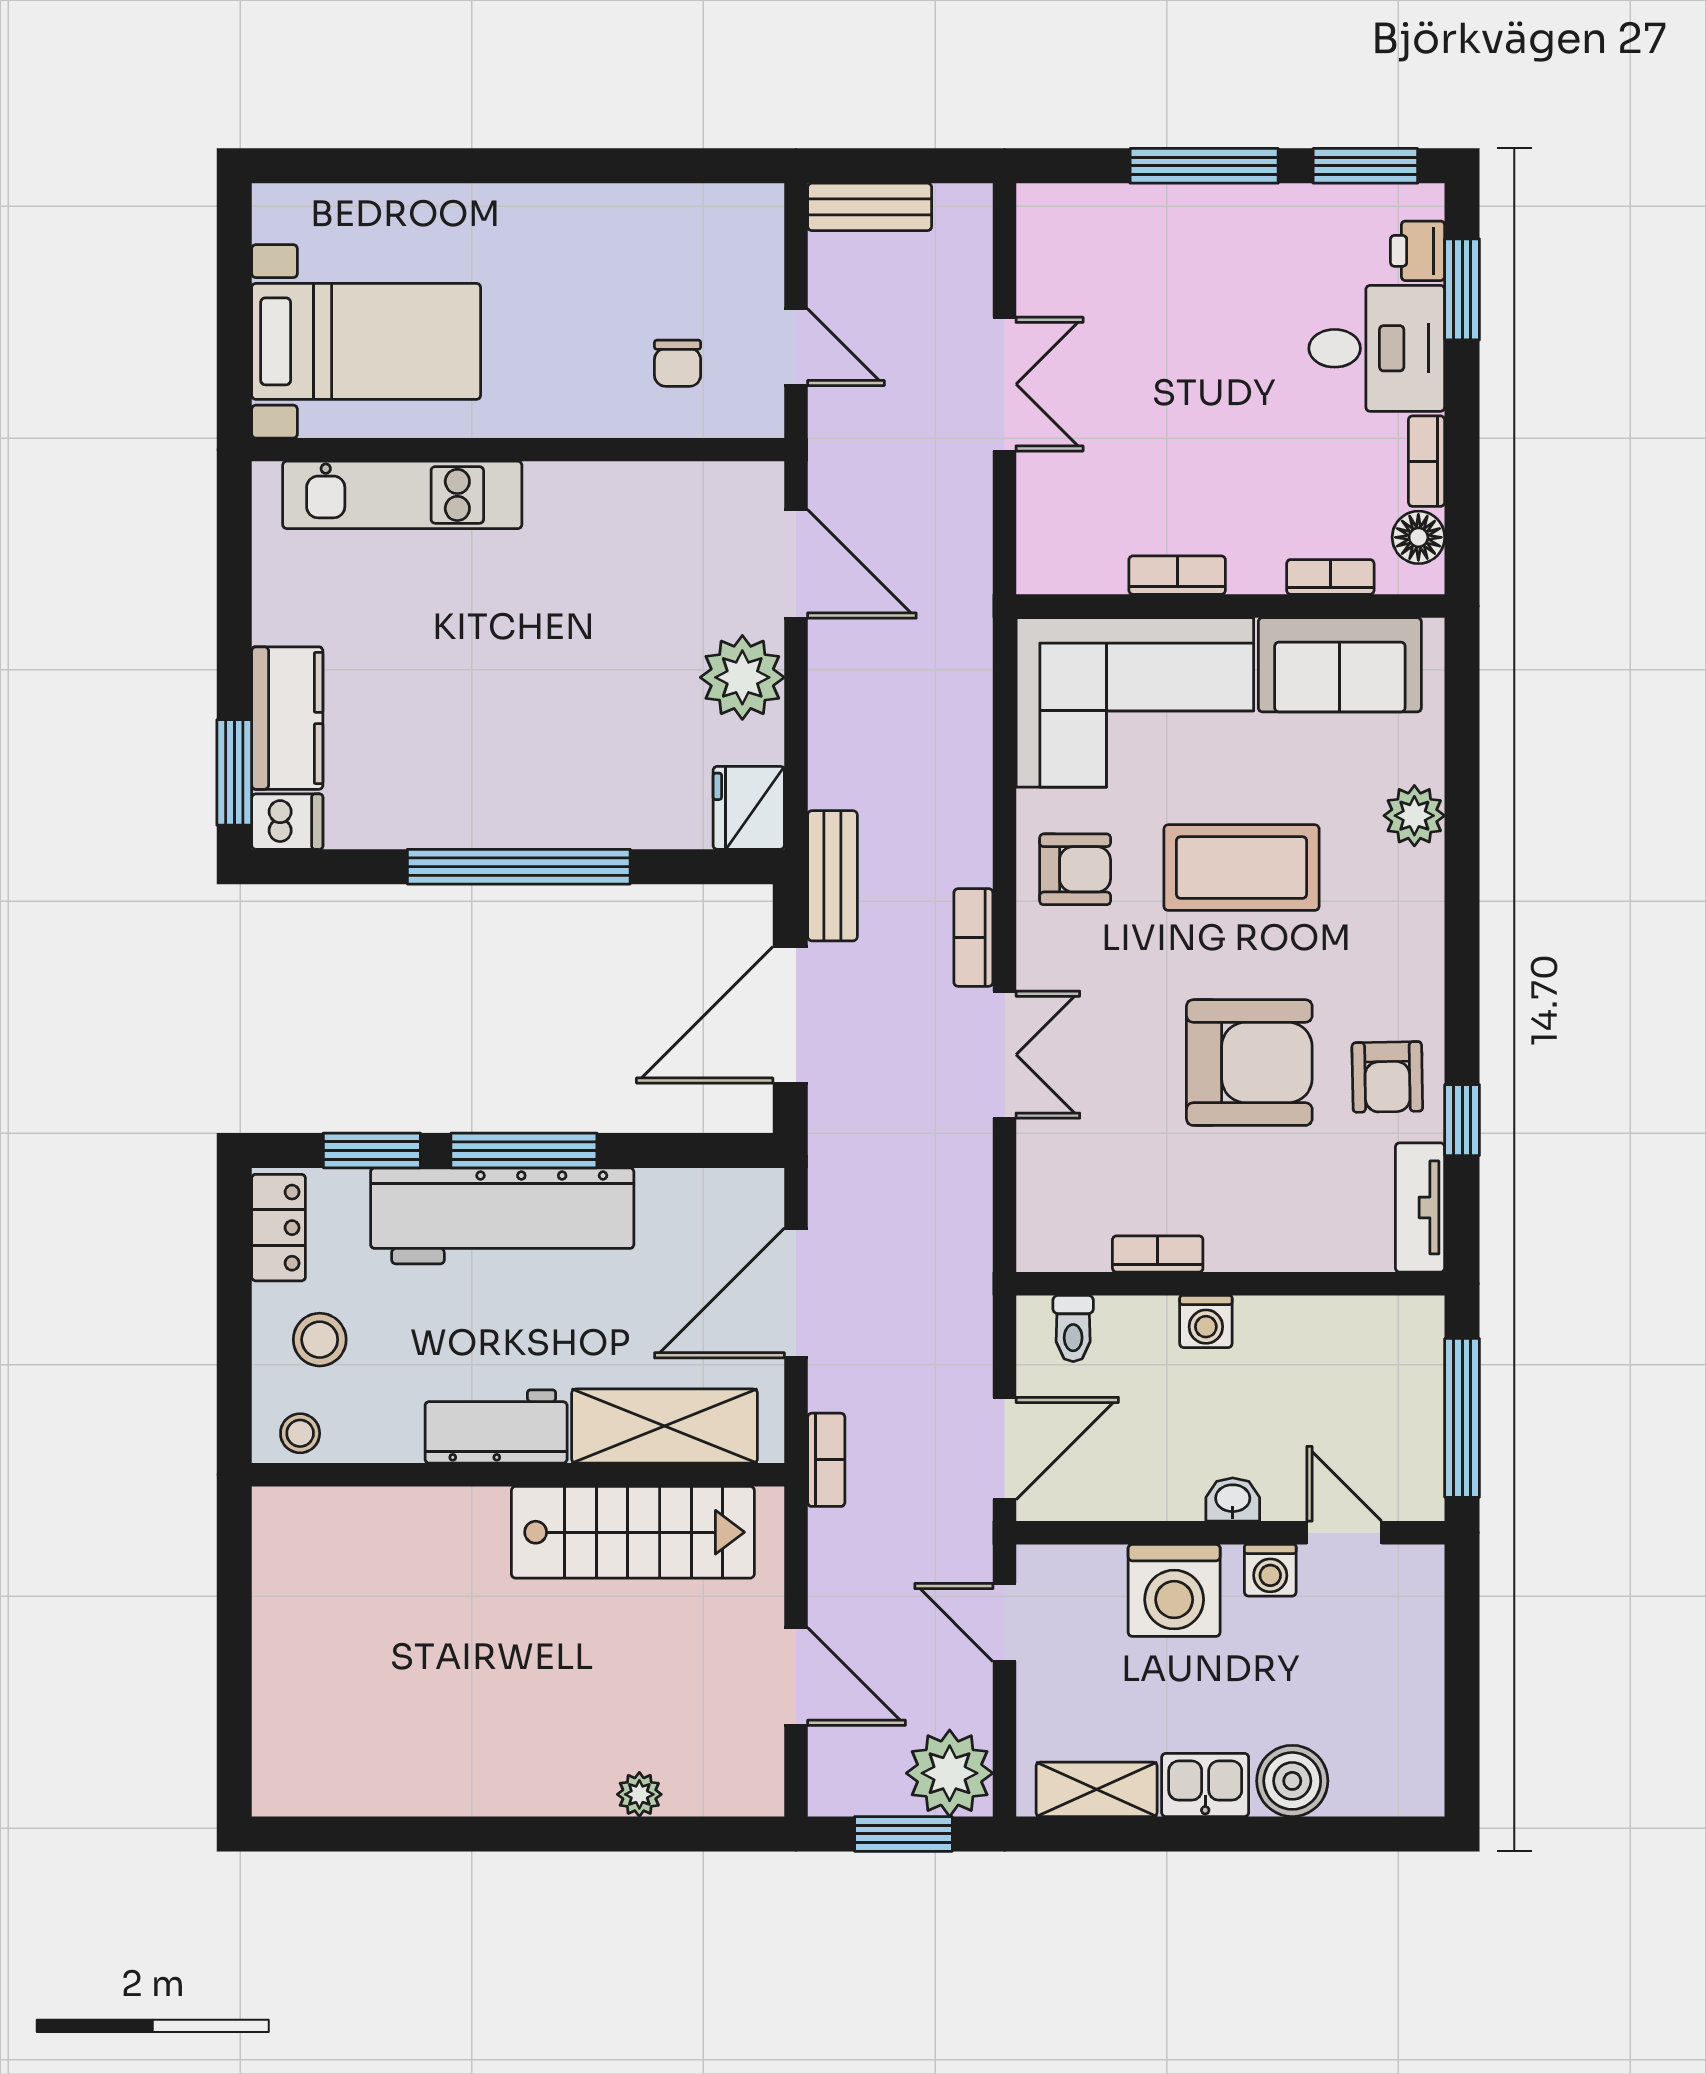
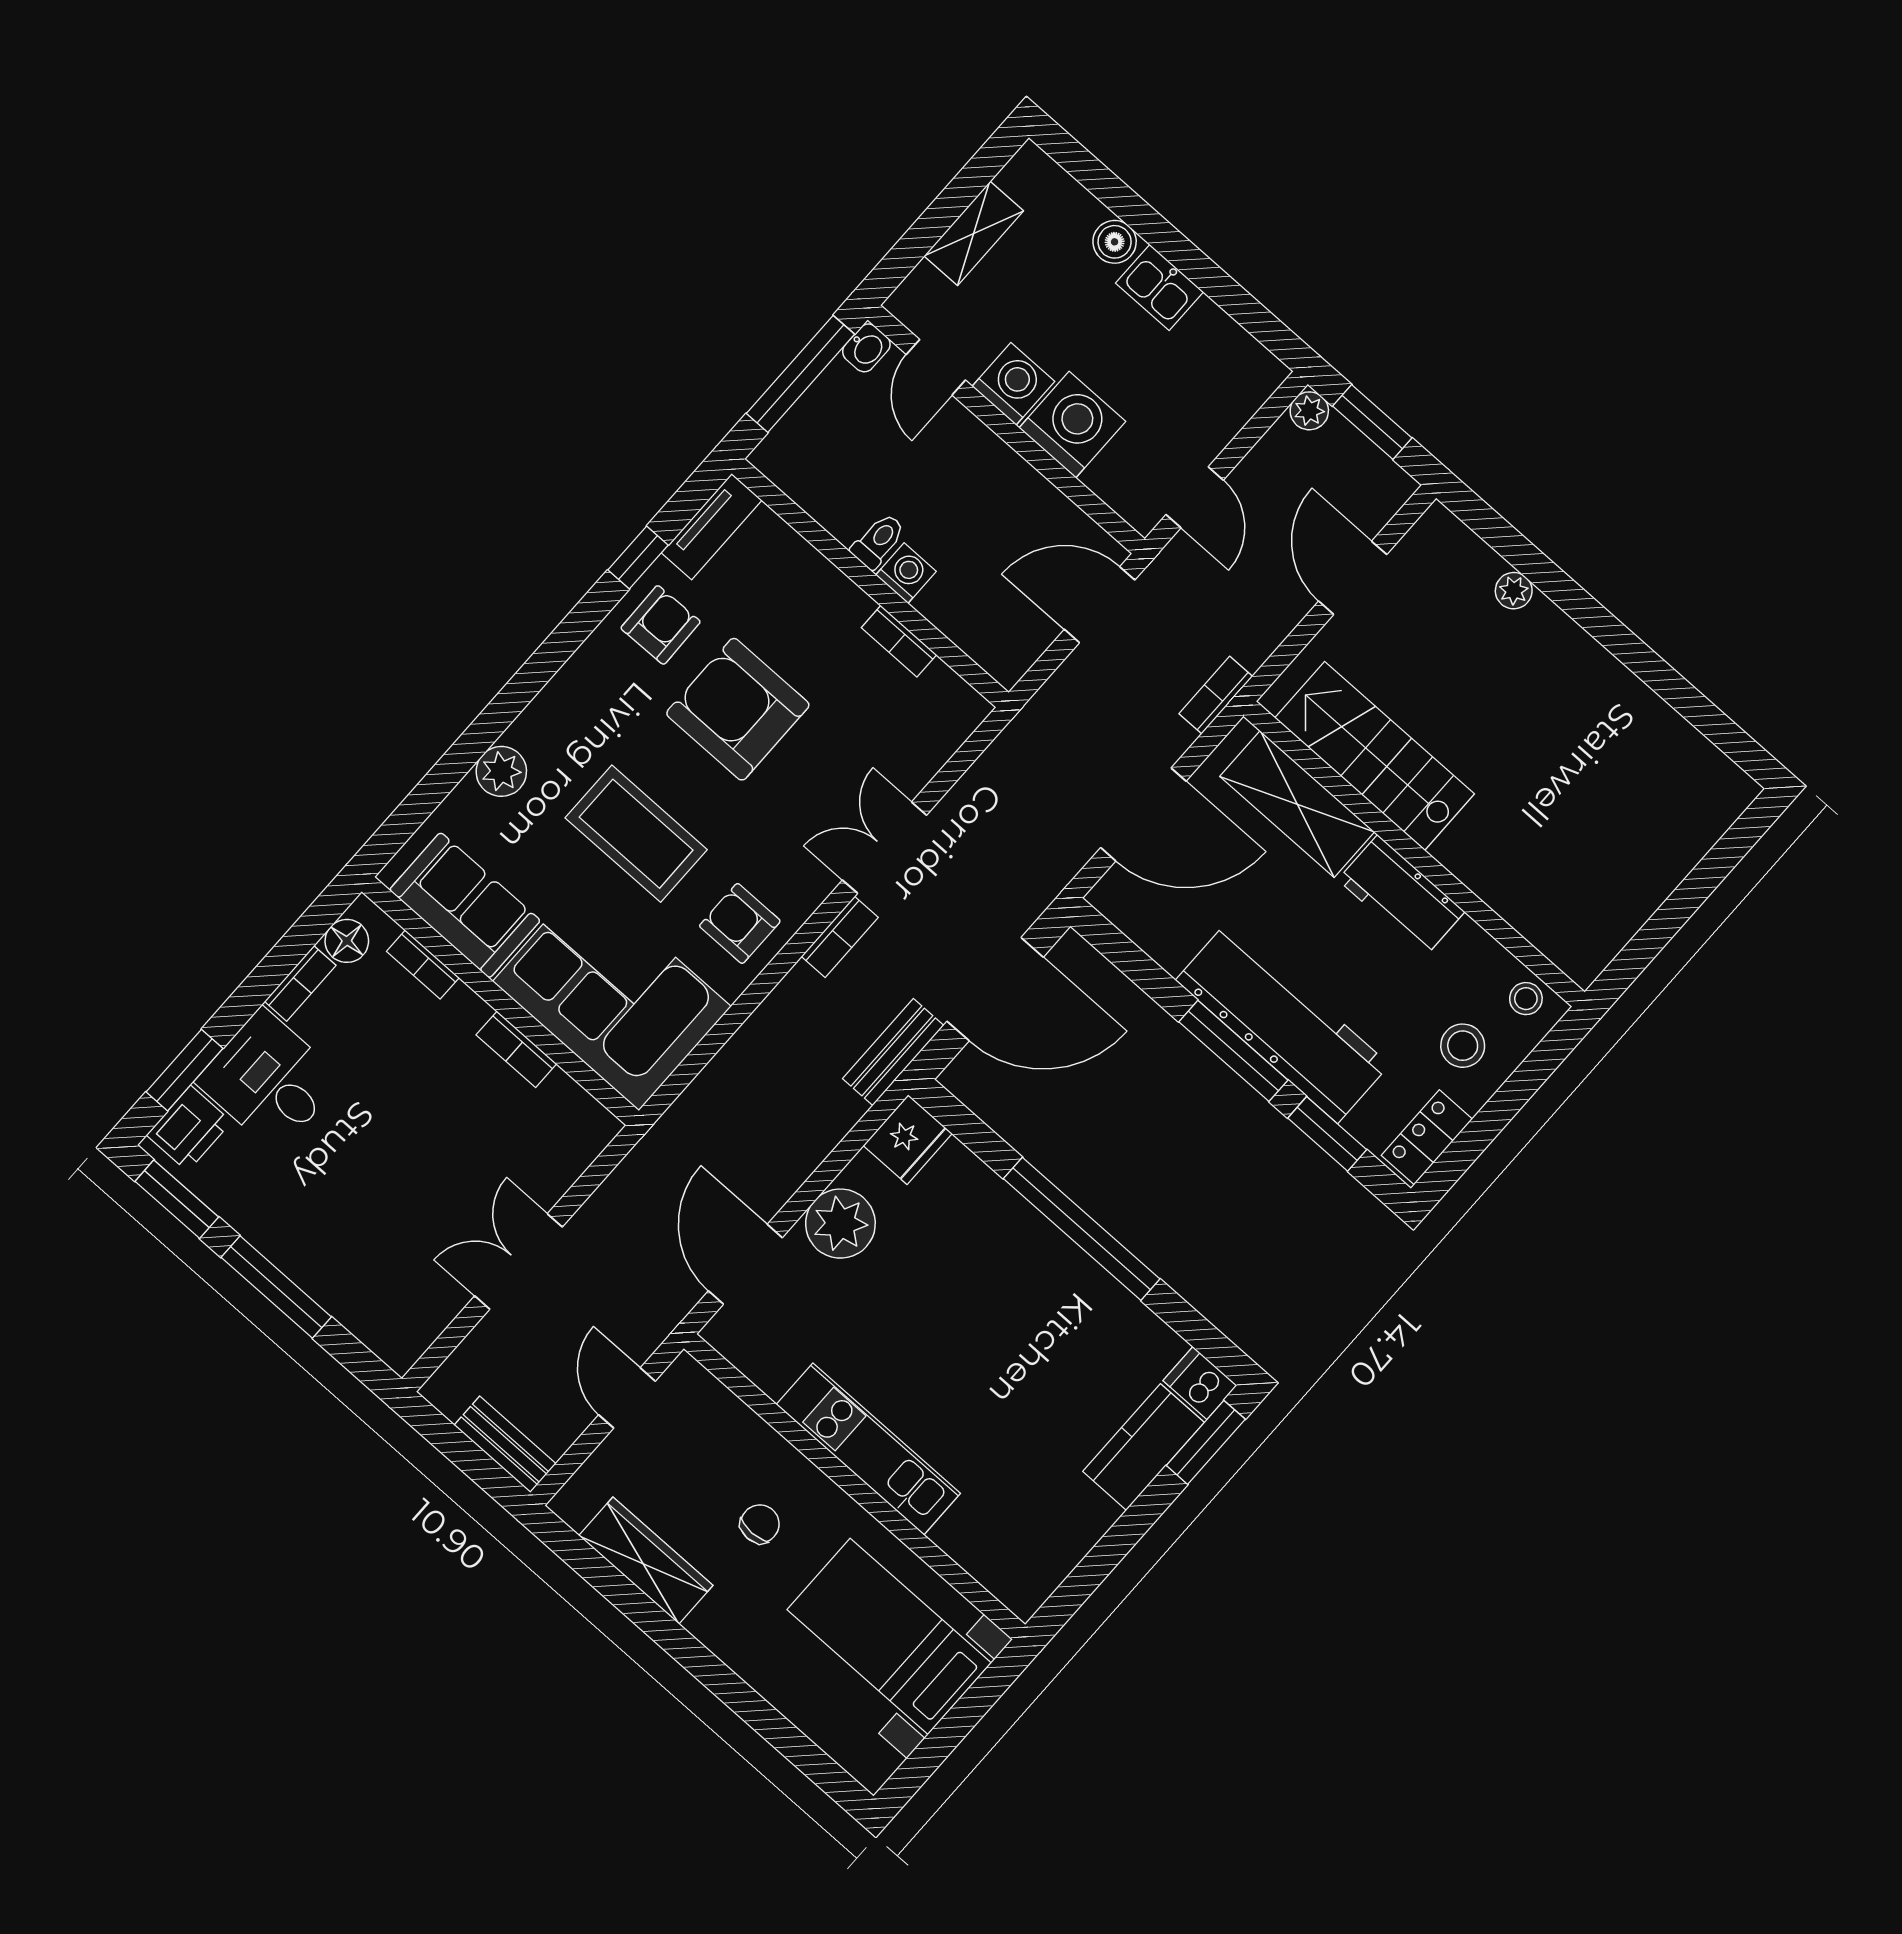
wardrobe: (648, 215) -> (646, 1560), added
printer: (1418, 251) -> (189, 1128), width x1.36, depth x1.24
chair: (678, 363) -> (760, 1524), moved
kitchen unit: (402, 495) -> (868, 1449), moved
toilet: (1073, 1328) -> (878, 541), moved
washbasin: (1233, 1499) -> (866, 348), moved, turned -90
washing machine: (1270, 1570) -> (1013, 384), width x1.38, depth x1.38
plant: (950, 1773) -> (1309, 411), width x0.53, depth x0.53
boiler: (1292, 1781) -> (1115, 242), width x0.73, depth x0.73
shelving: (1097, 1789) -> (974, 233), moved, turned 90

